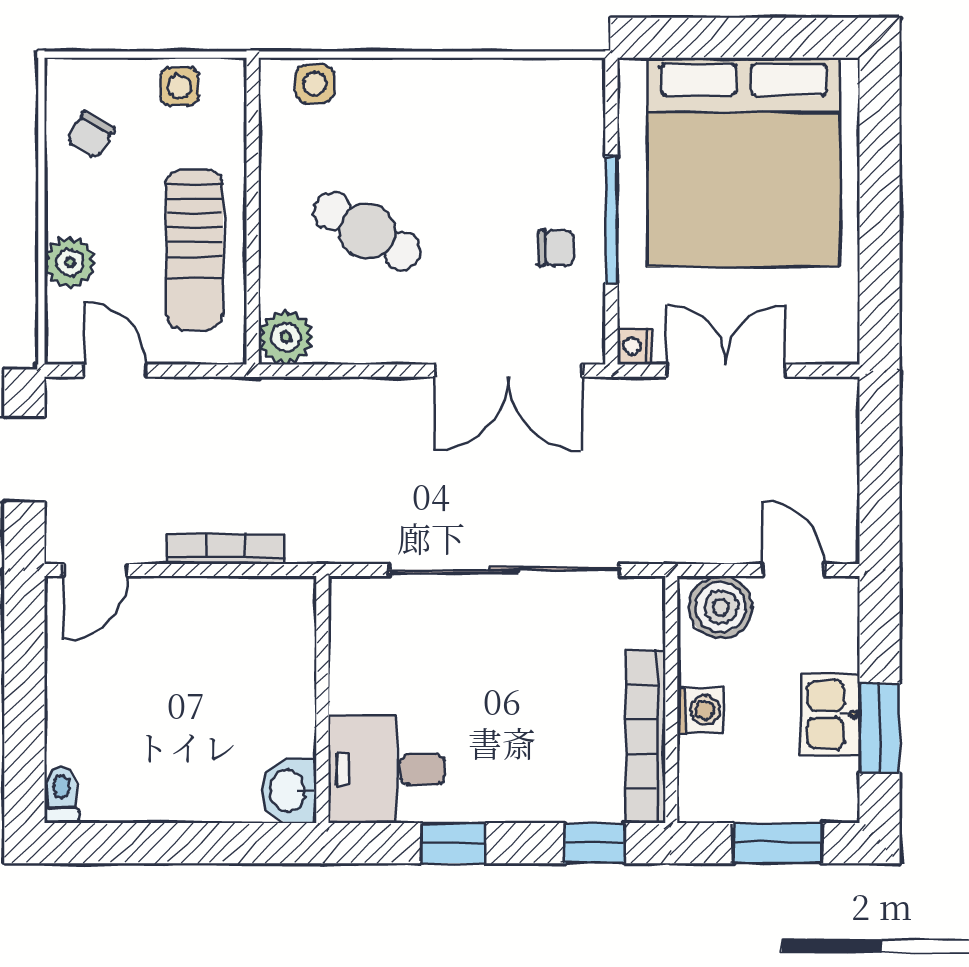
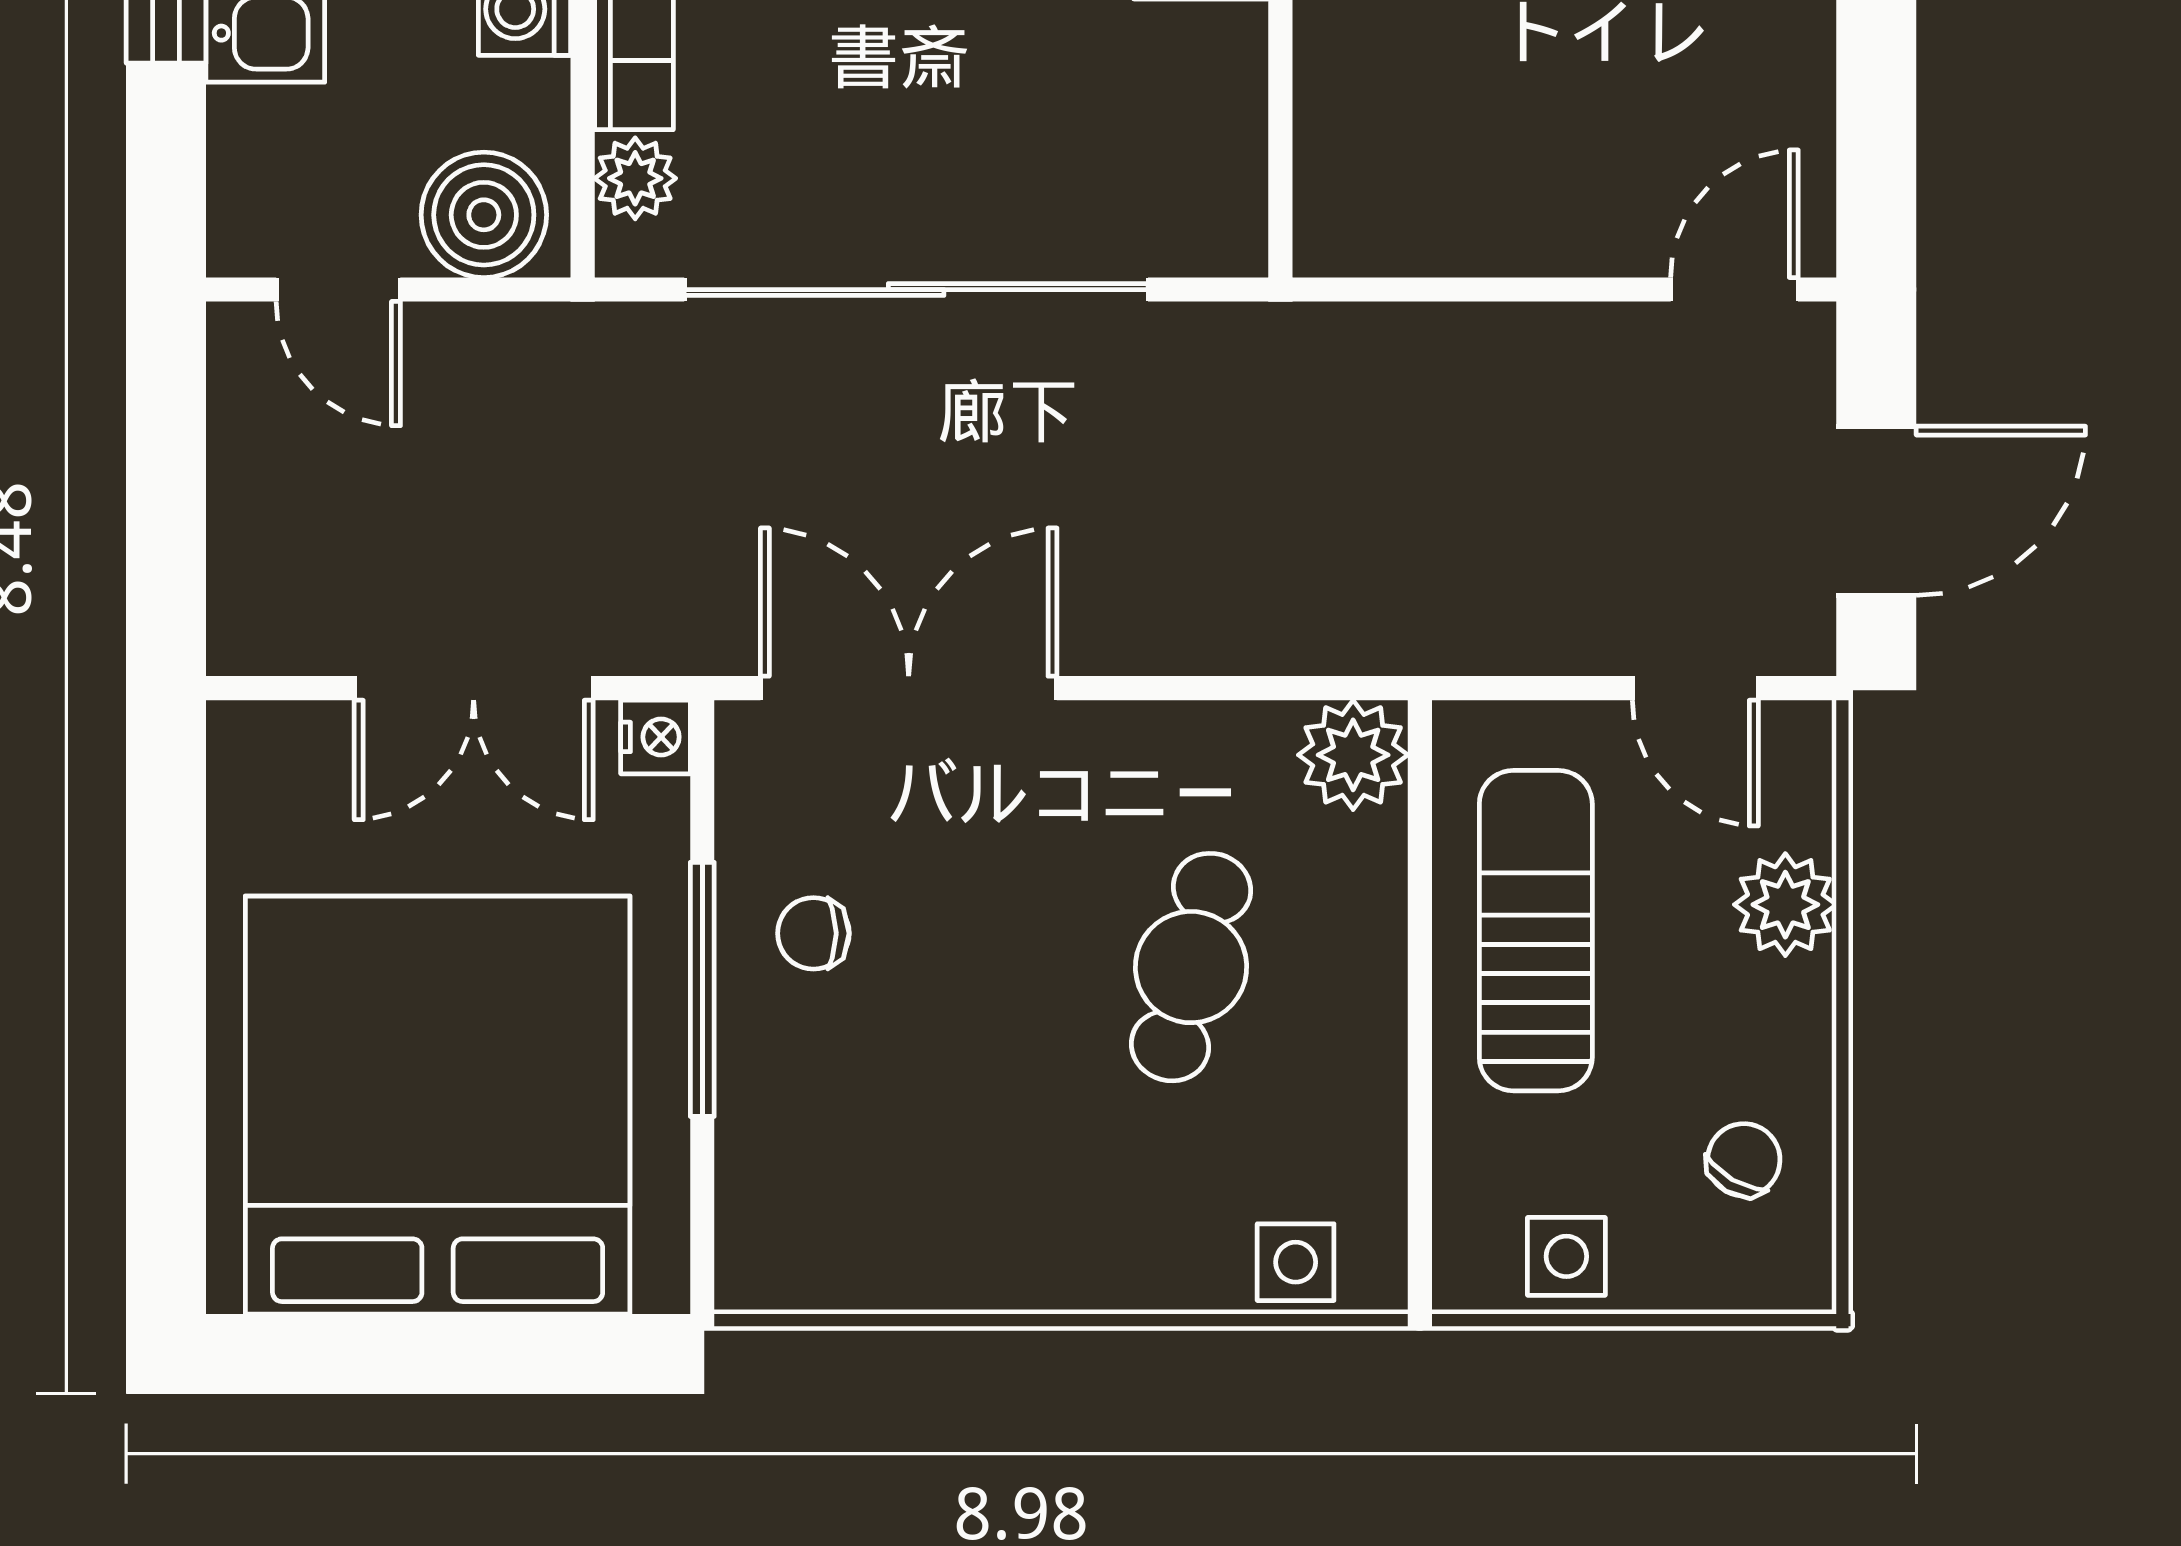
cafe table: (367, 231) -> (1191, 967), turned 75
bookcase: (226, 549) -> (1474, 332), removed
plant: (645, 626) -> (635, 178), added

